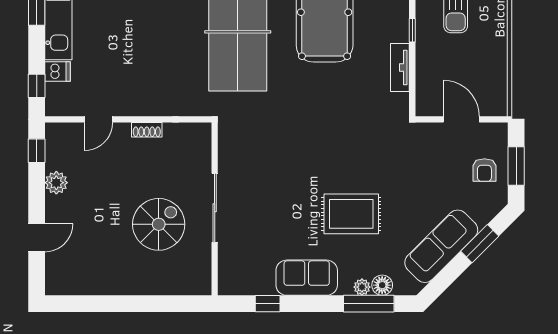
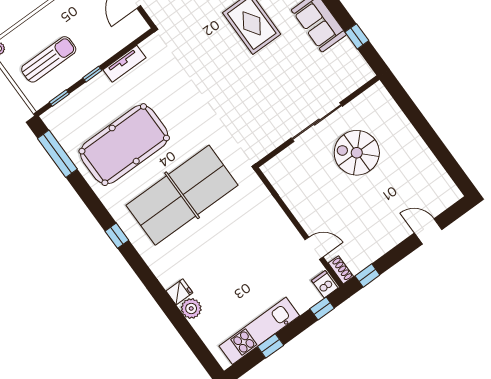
dishwasher: (57, 71) -> (325, 284), moved
shoe rack: (147, 130) -> (341, 270), moved
plant: (56, 183) -> (380, 246), removed

